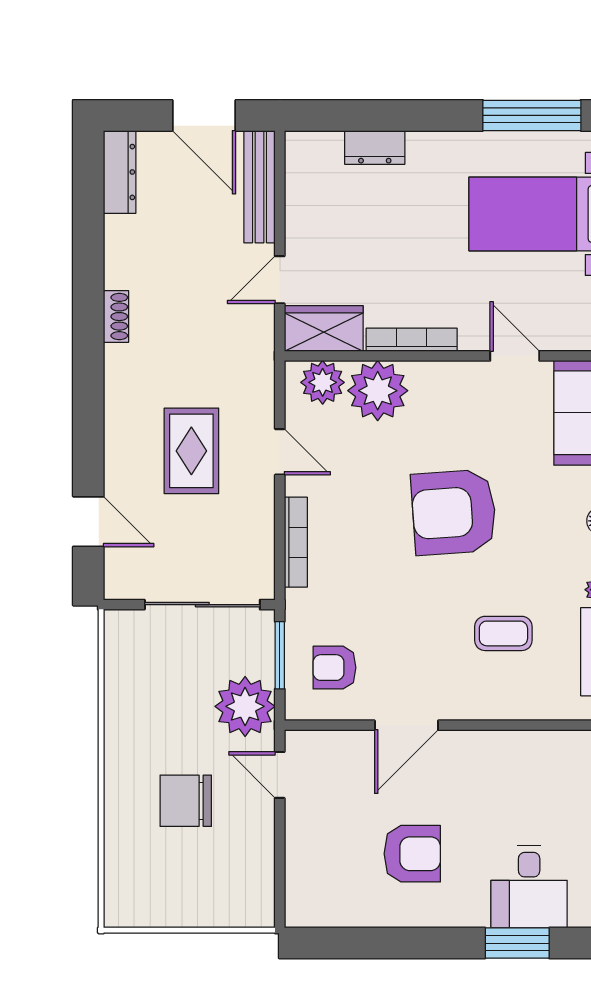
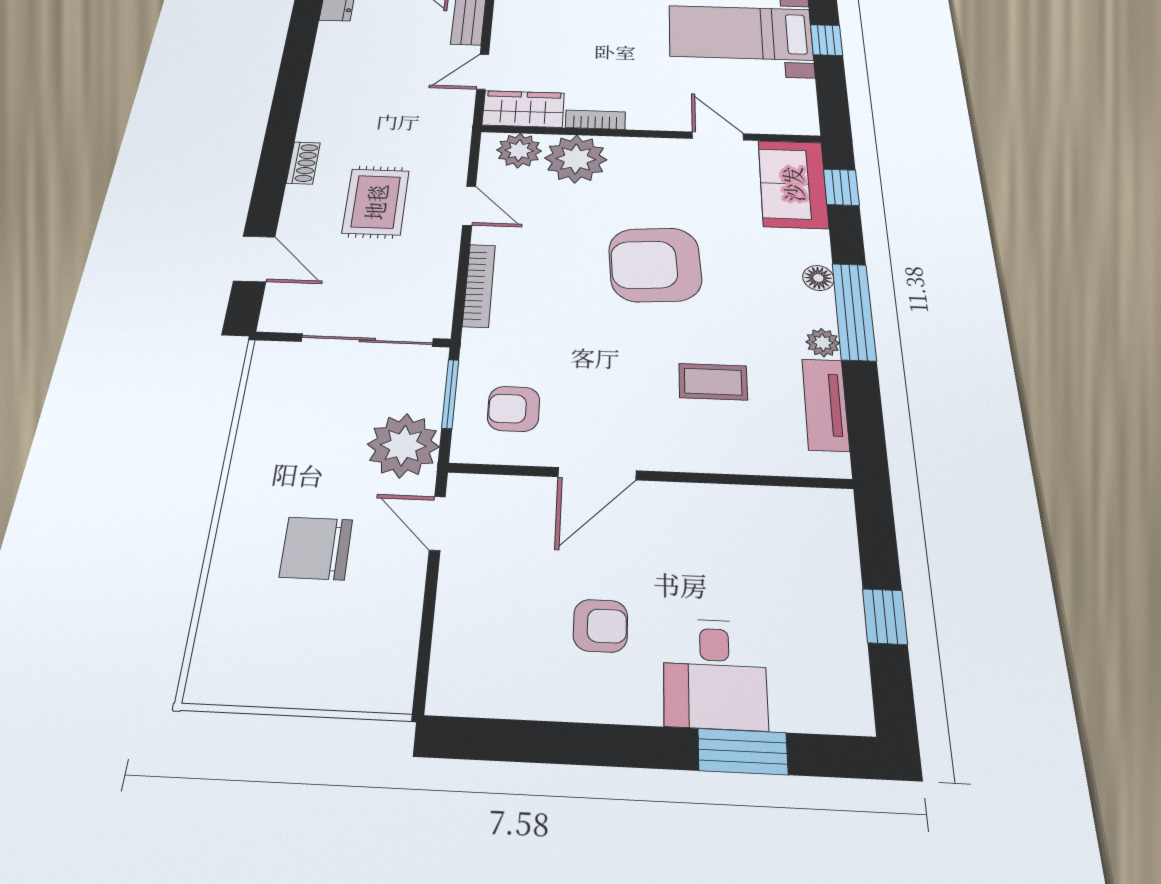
shoe rack: (116, 317) -> (303, 163), moved
bookcase: (412, 340) -> (595, 120), width x0.64
armchair: (412, 854) -> (600, 626), width x0.72, depth x0.72
desk: (529, 887) -> (715, 674), moved

